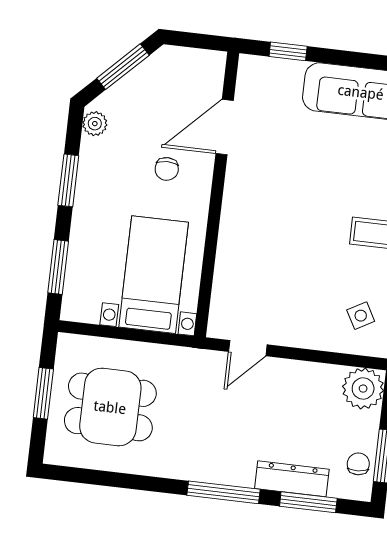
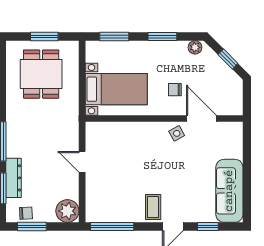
window: (288, 51) -> (247, 148), removed
window: (123, 67) -> (228, 59), width x0.67
side table: (361, 316) -> (177, 133), moved
door: (248, 348) -> (82, 162), moved

